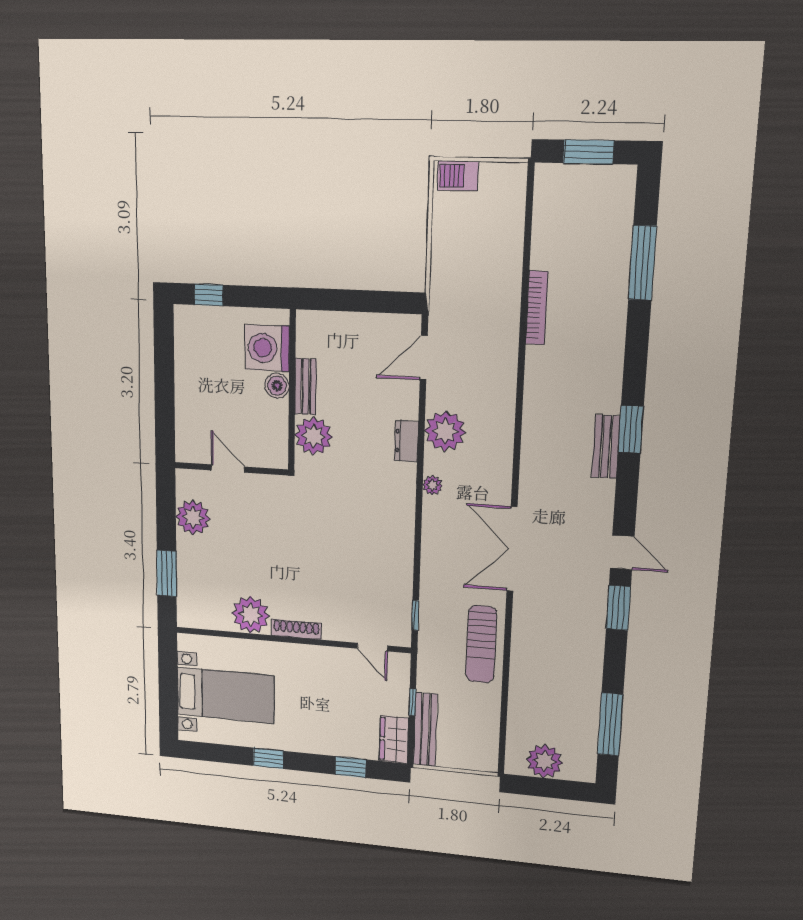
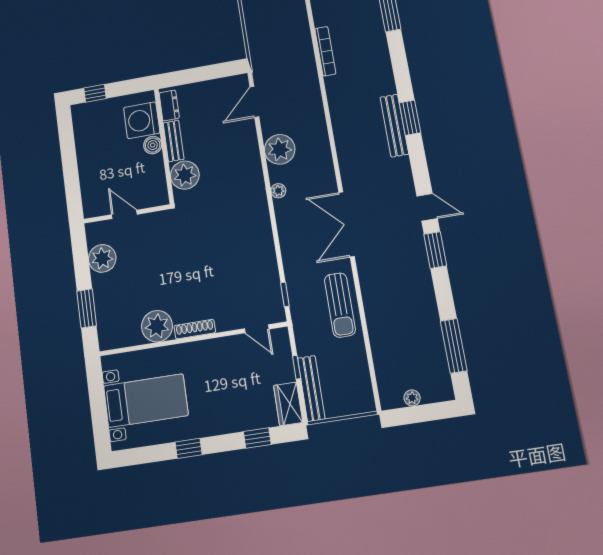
dresser: (406, 441) -> (169, 105), moved, turned 180
bench: (606, 447) -> (394, 126), width x1.36
plant: (544, 761) -> (412, 398), width x0.53, depth x0.53

